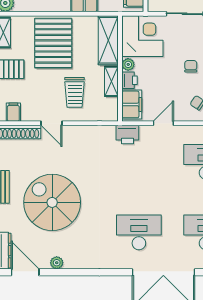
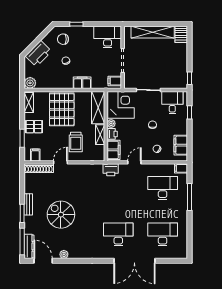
door: (51, 123) -> (60, 162), swing flipped
spiral stairs: (52, 202) -> (61, 215), width x0.73, depth x0.73

